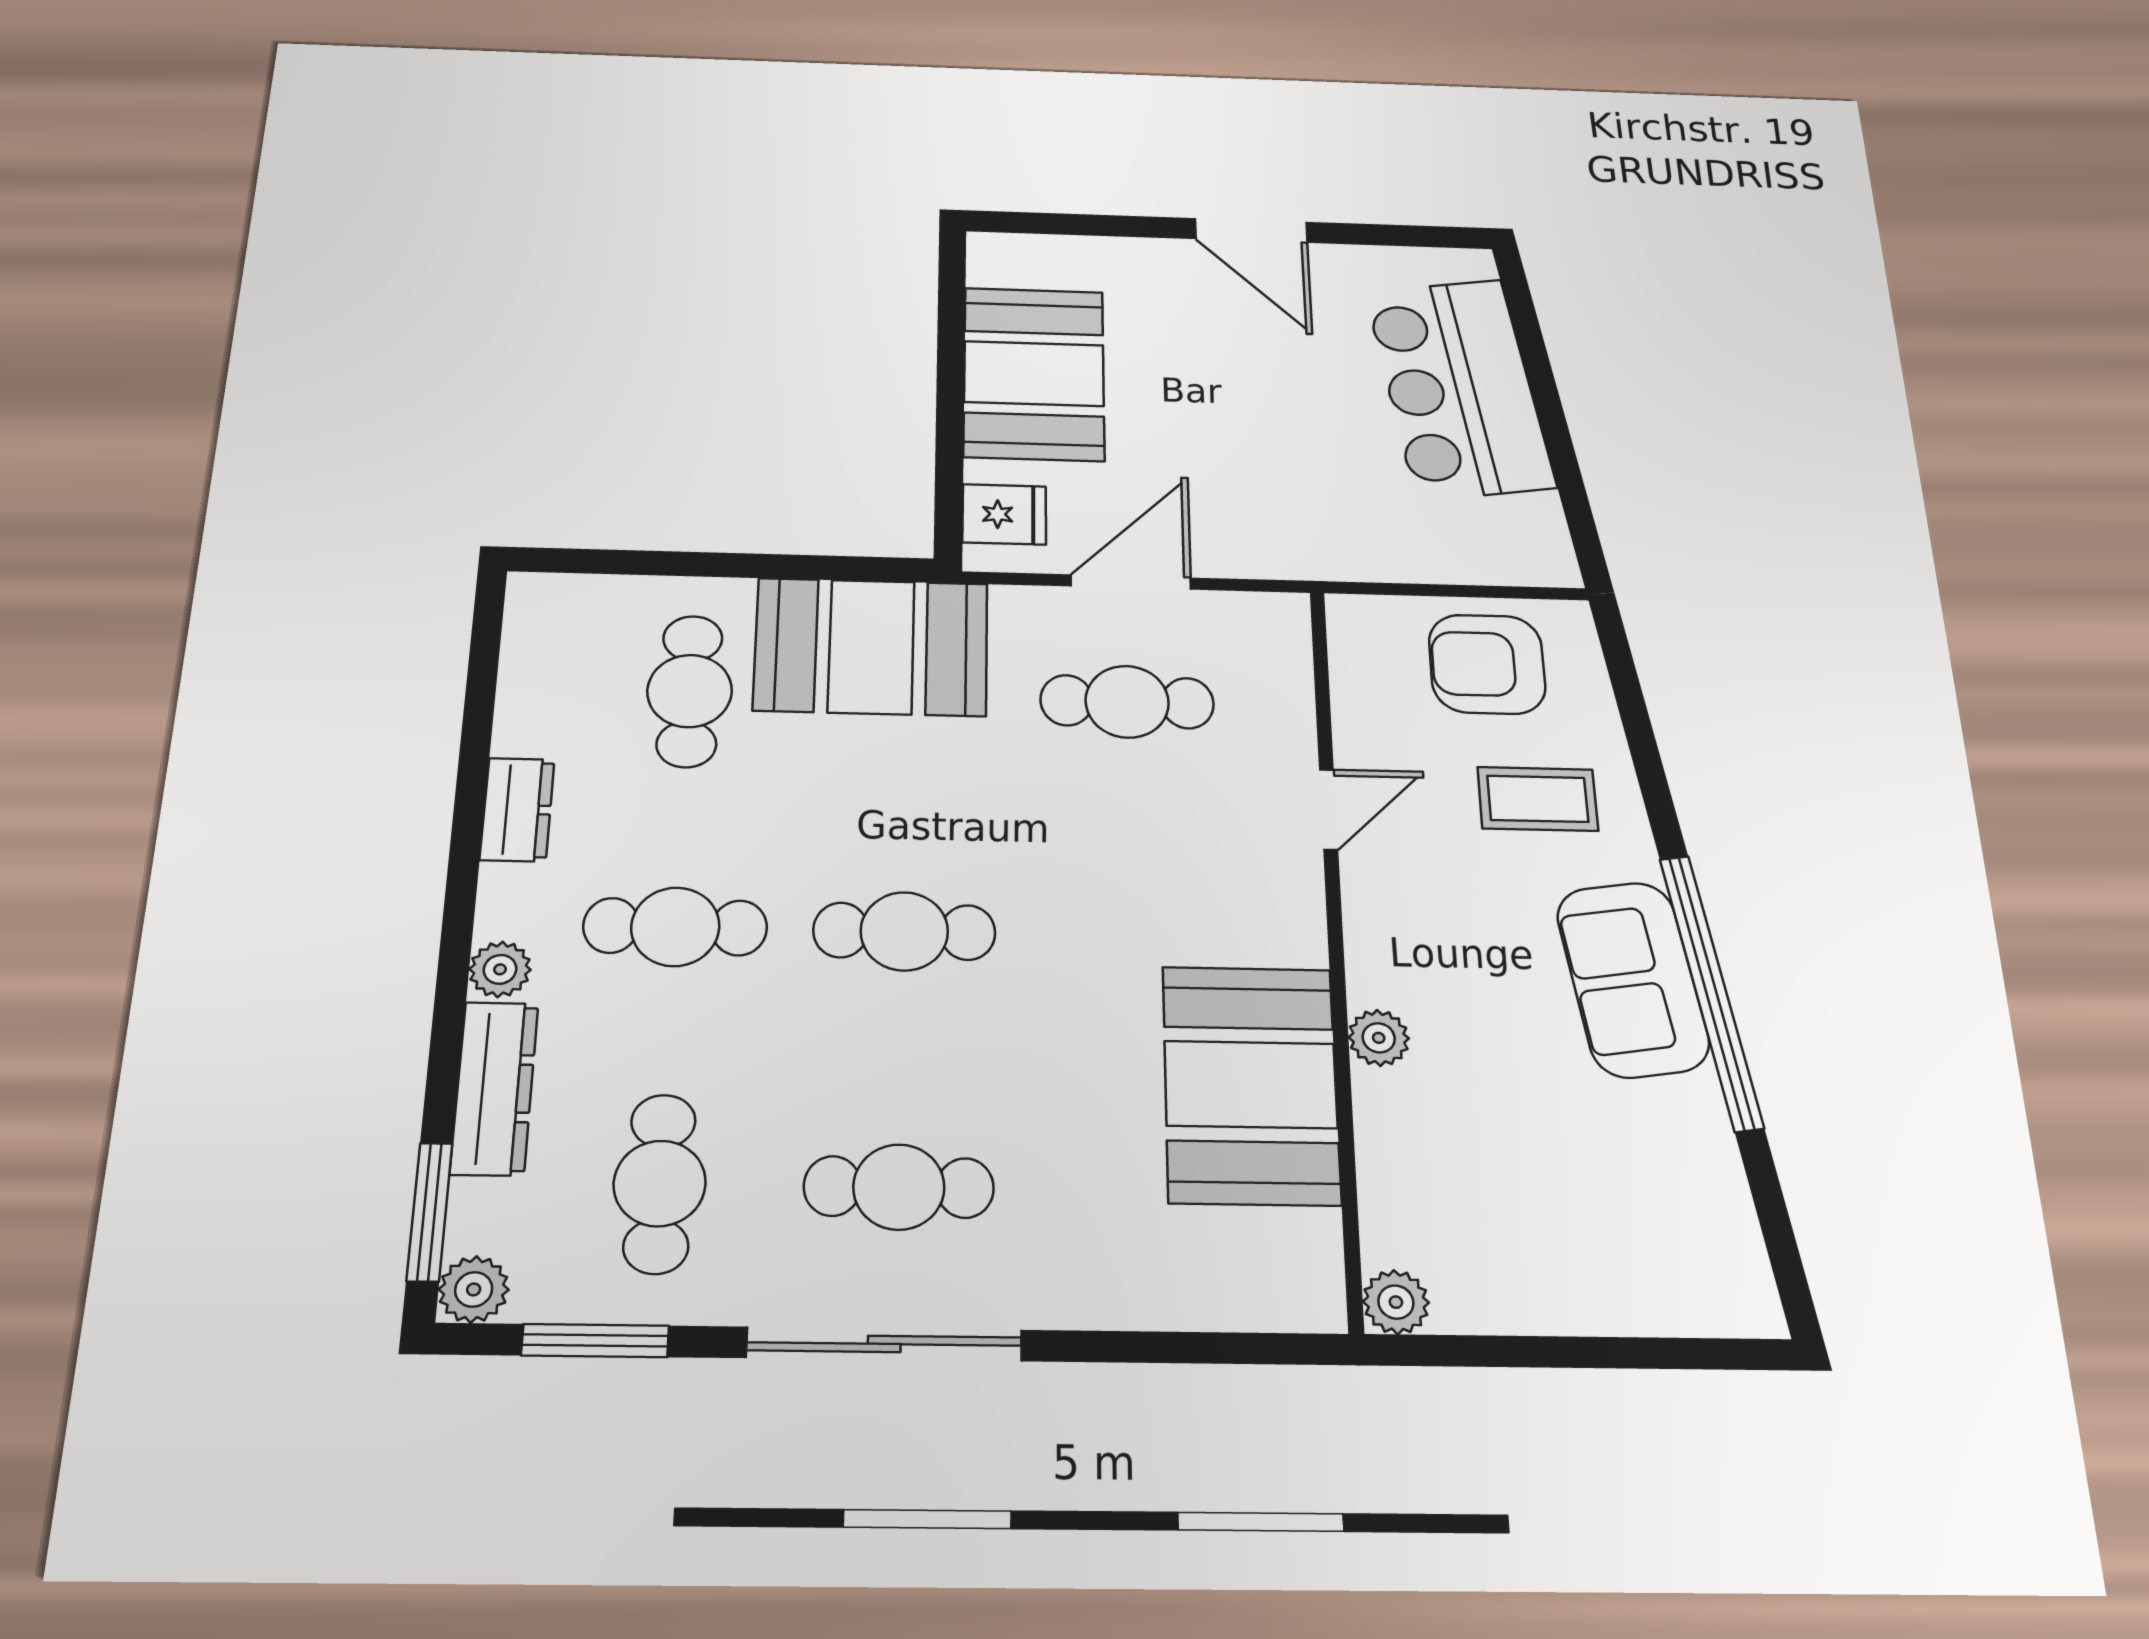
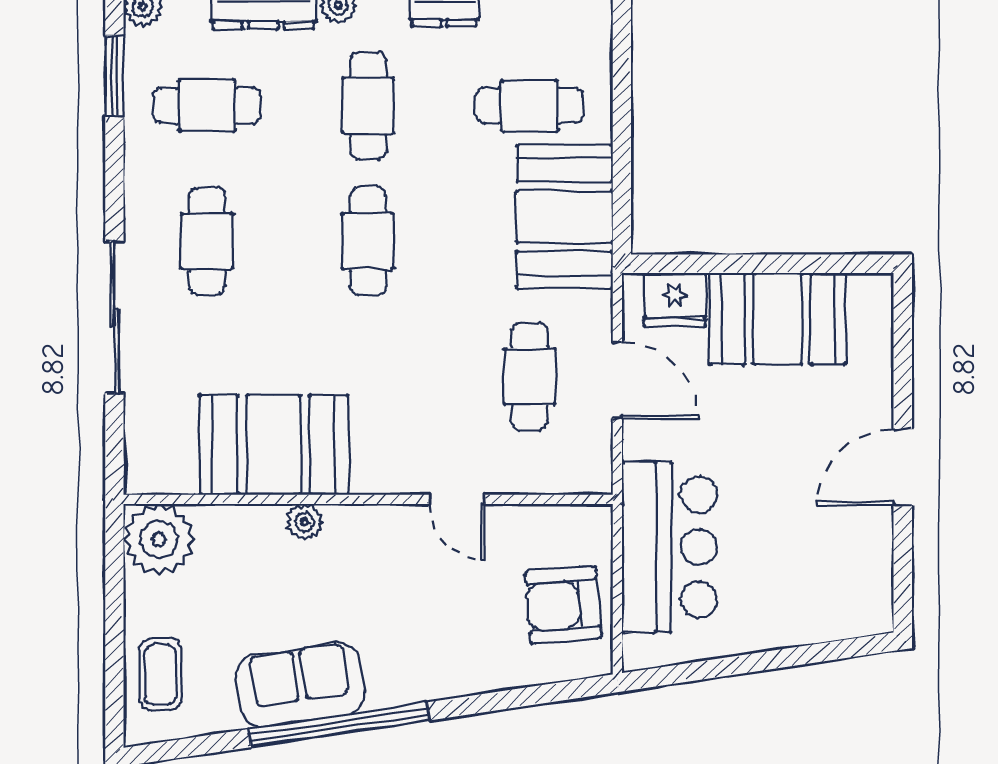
bar counter: (1459, 389) -> (669, 547), moved, turned 99
fridge: (1004, 514) -> (675, 299), width x1.38
armchair: (1487, 664) -> (563, 605), turned -95
coffee table: (1538, 799) -> (160, 674), moved
sofa: (1633, 979) -> (301, 685), moved
plant: (1396, 1302) -> (159, 539), width x1.88, depth x1.88
sliding door: (884, 1344) -> (114, 317), moved

